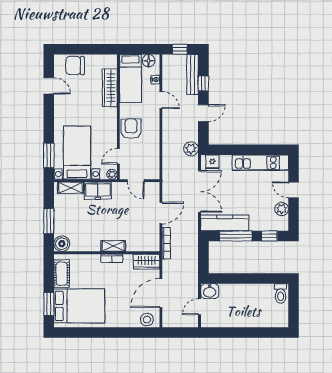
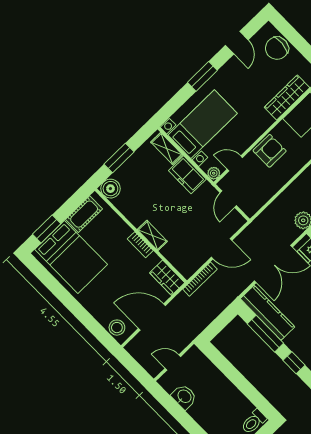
chair: (75, 65) -> (277, 48), turned -85
window: (49, 155) -> (202, 76), moved
washbasin: (210, 291) -> (184, 397), moved, turned 180

